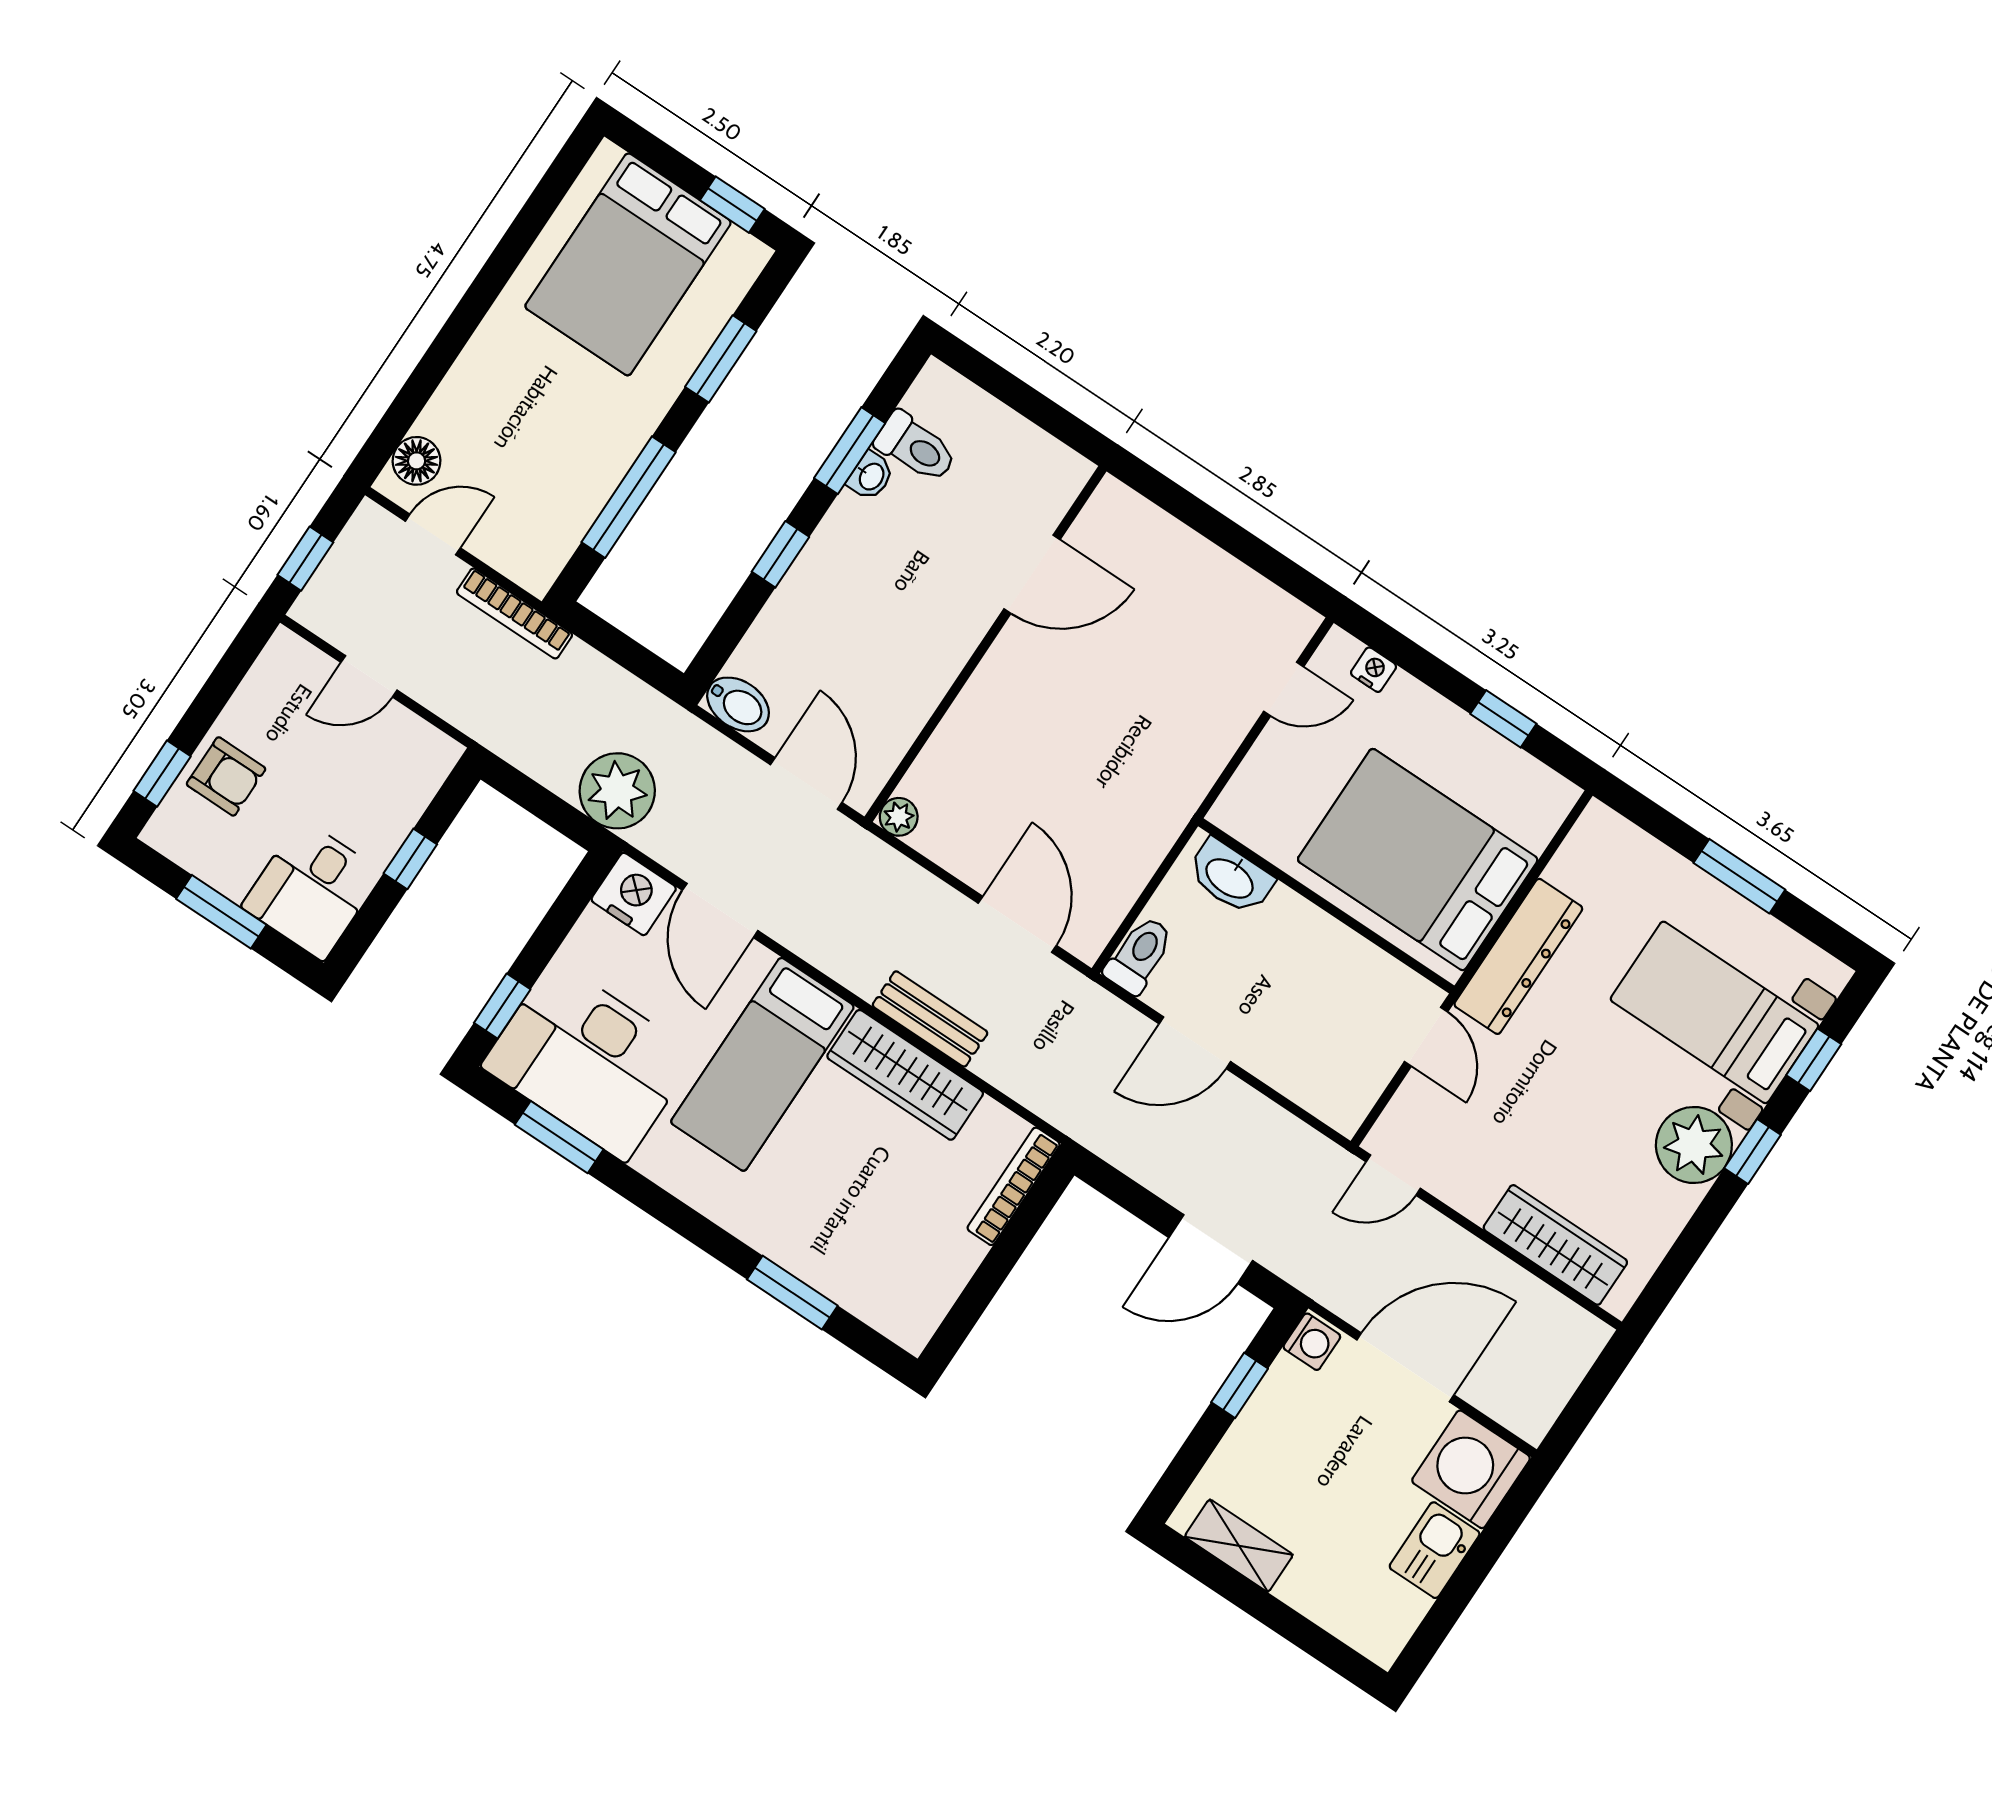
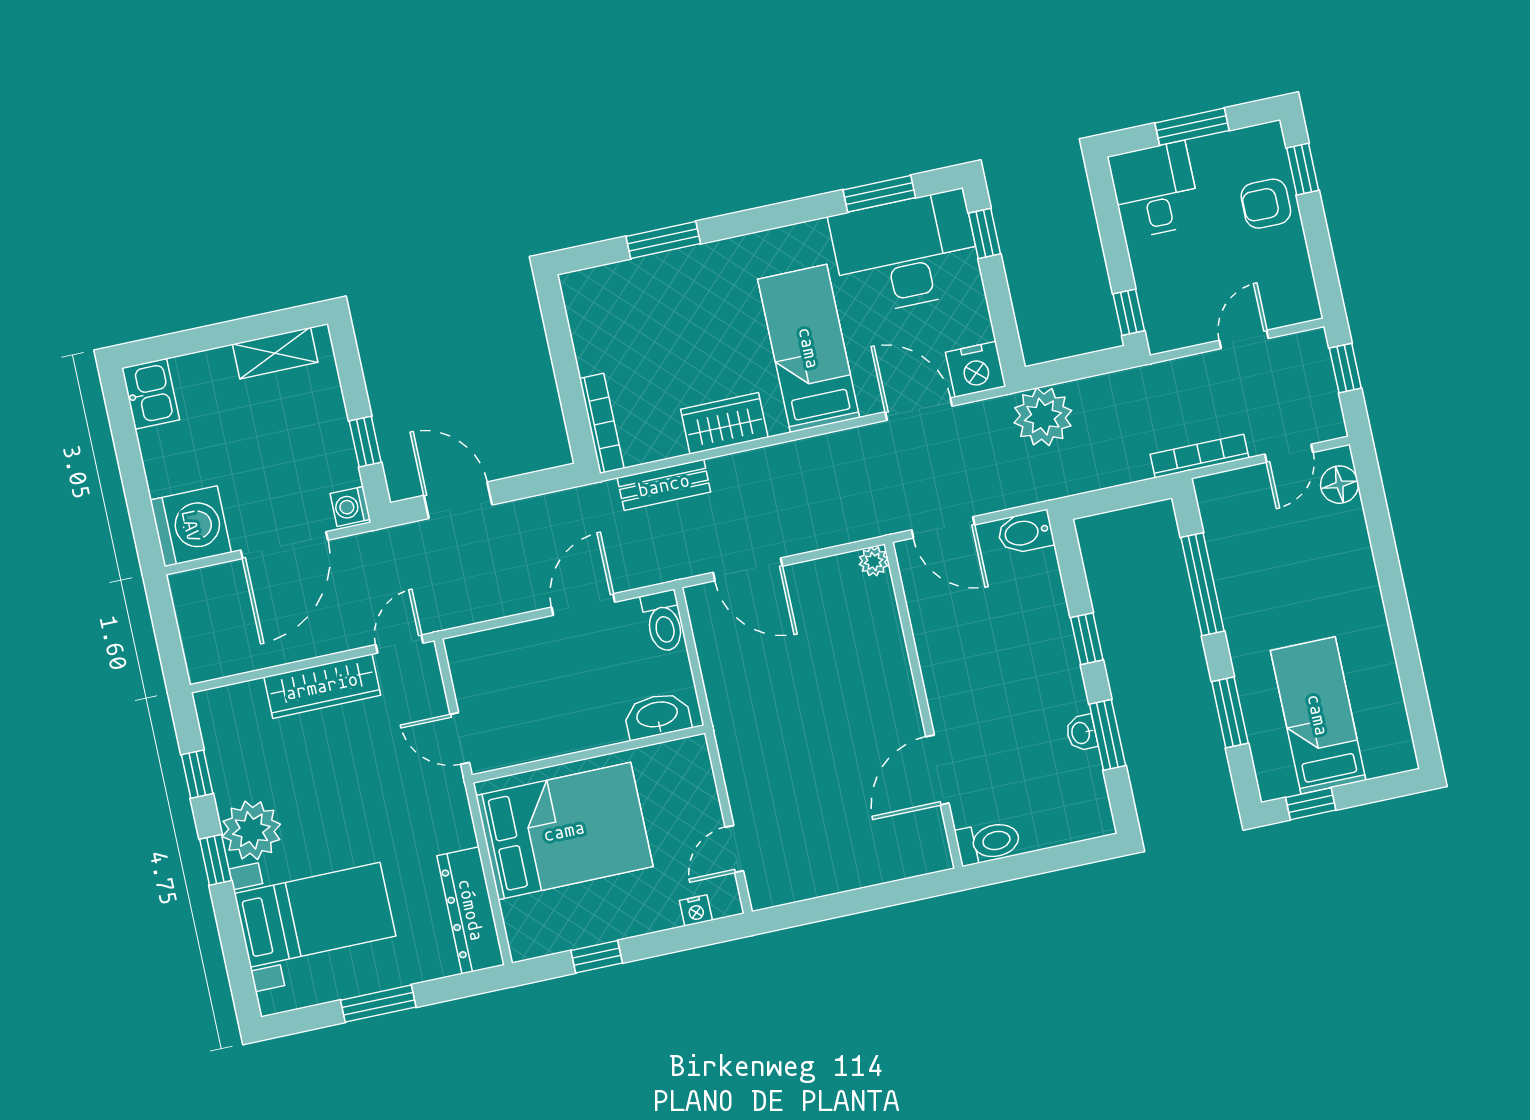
bed: (628, 264) -> (1318, 715), width x0.67
toilet: (916, 447) -> (988, 842), moved, turned 180
window: (410, 859) -> (1129, 312), moved
dresser: (1518, 956) -> (471, 910), moved
bench: (930, 1019) -> (664, 485), moved
window: (1814, 1060) -> (197, 774), moved
wardrobe: (905, 1075) -> (724, 423), width x0.67
wardrobe: (1555, 1245) -> (322, 686), moved
door: (1211, 1249) -> (458, 500), hinge flipped
kitchen sink: (1435, 1550) -> (151, 394), moved

